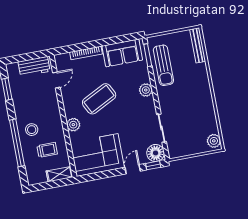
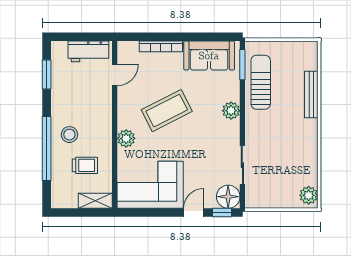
bench: (198, 45) -> (311, 95), moved
sun lounger: (163, 65) -> (261, 82), turned 180

